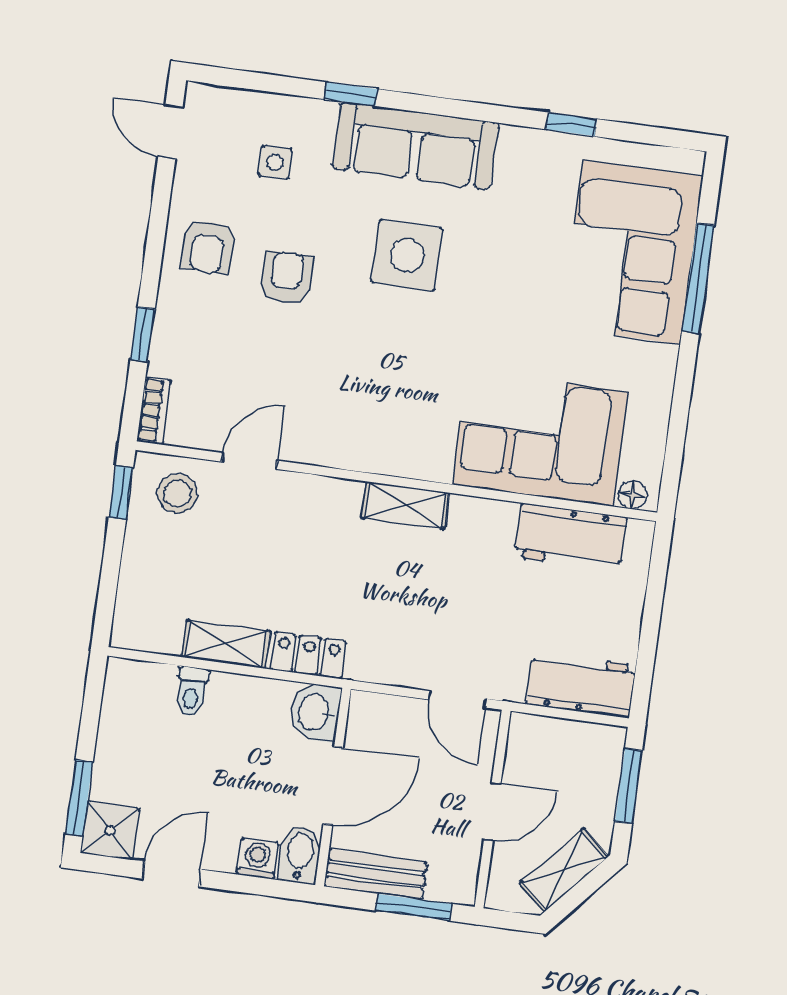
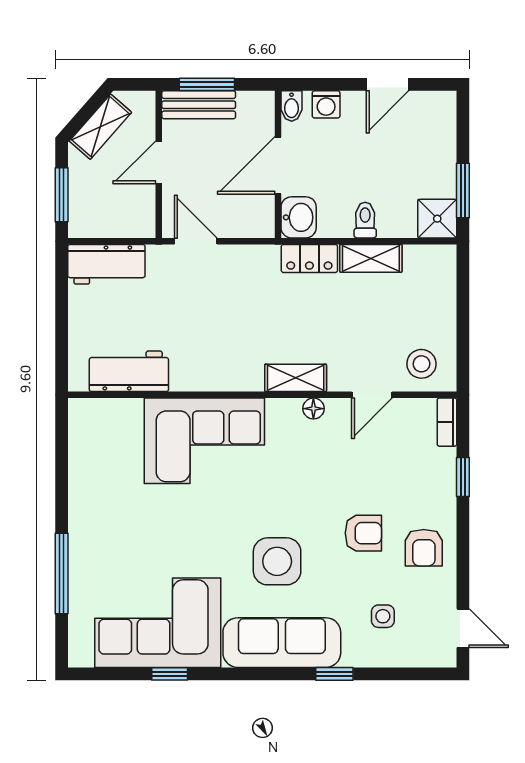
armchair: (208, 247) -> (424, 548), turned 180
corner sofa: (632, 252) -> (158, 623), moved, turned -90
armchair: (286, 277) -> (363, 533), turned -90
corner sofa: (541, 438) -> (204, 441), moved
window: (121, 493) -> (463, 359), removed
floor lamp: (632, 495) -> (313, 409), moved
shelving: (405, 506) -> (296, 378), moved
toilet: (192, 692) -> (365, 220), moved
window: (79, 798) -> (463, 190), moved
shower: (110, 831) -> (437, 219), moved
bidet: (300, 855) -> (292, 106), width x0.72, depth x0.74
bench: (376, 874) -> (199, 105), moved

